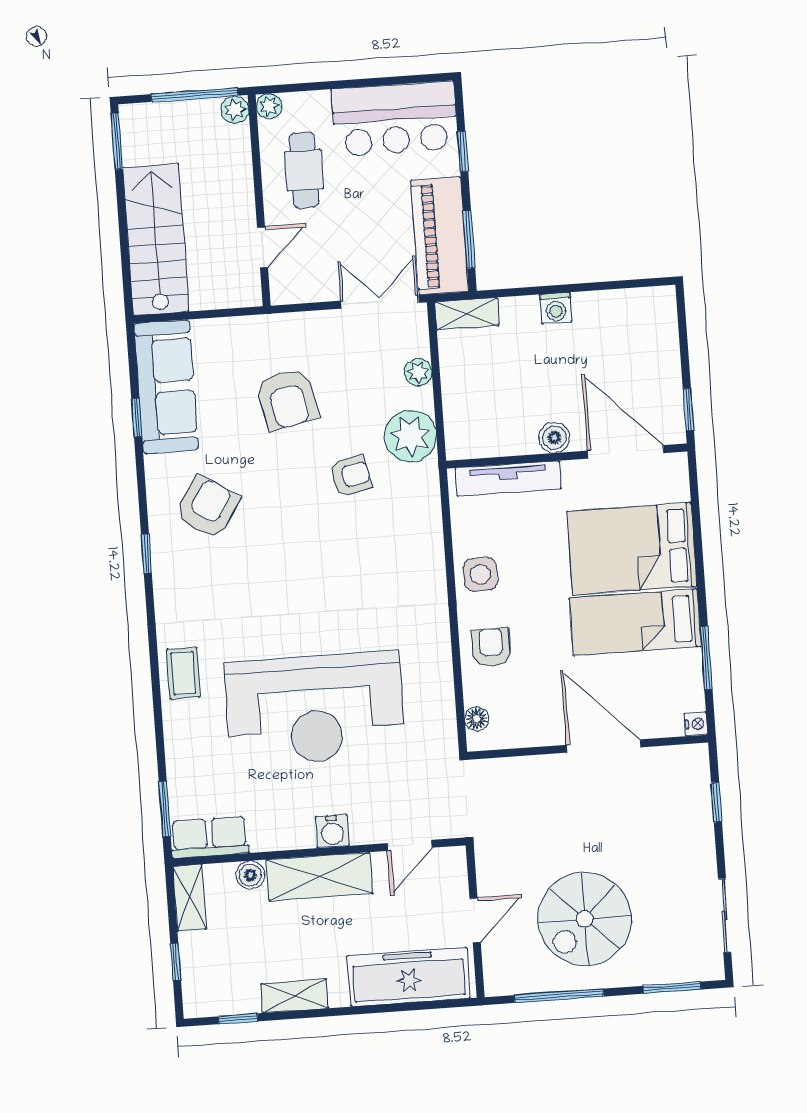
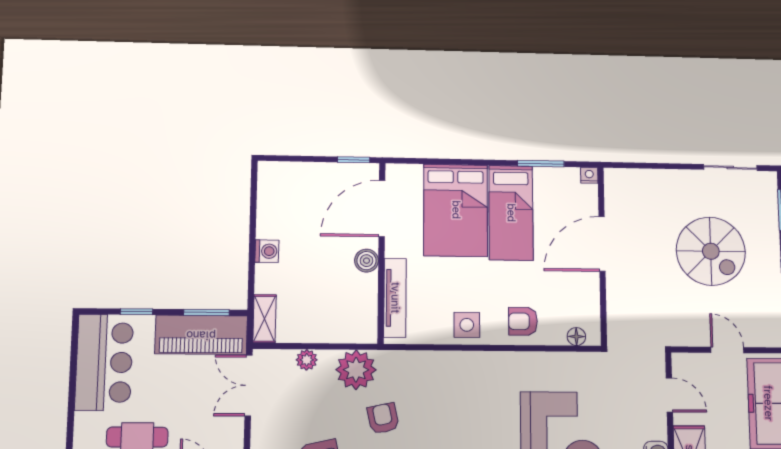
window: (716, 802) -> (648, 166), removed
spiral stairs: (585, 919) -> (711, 251), moved

